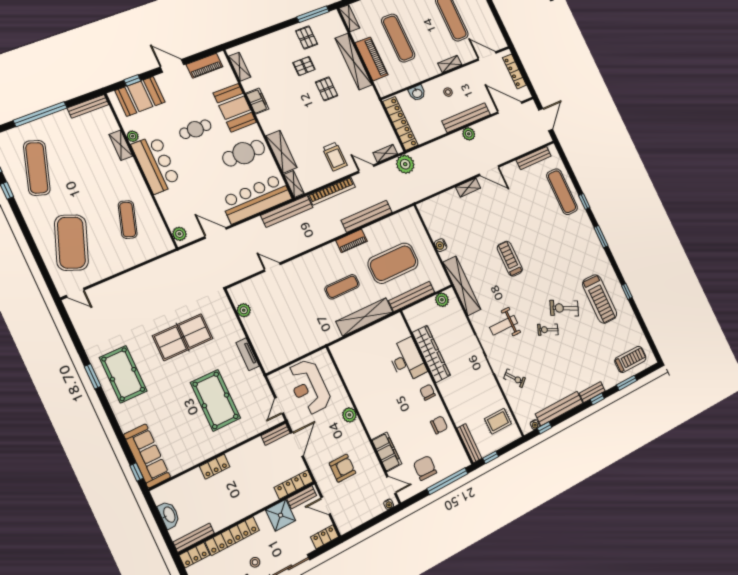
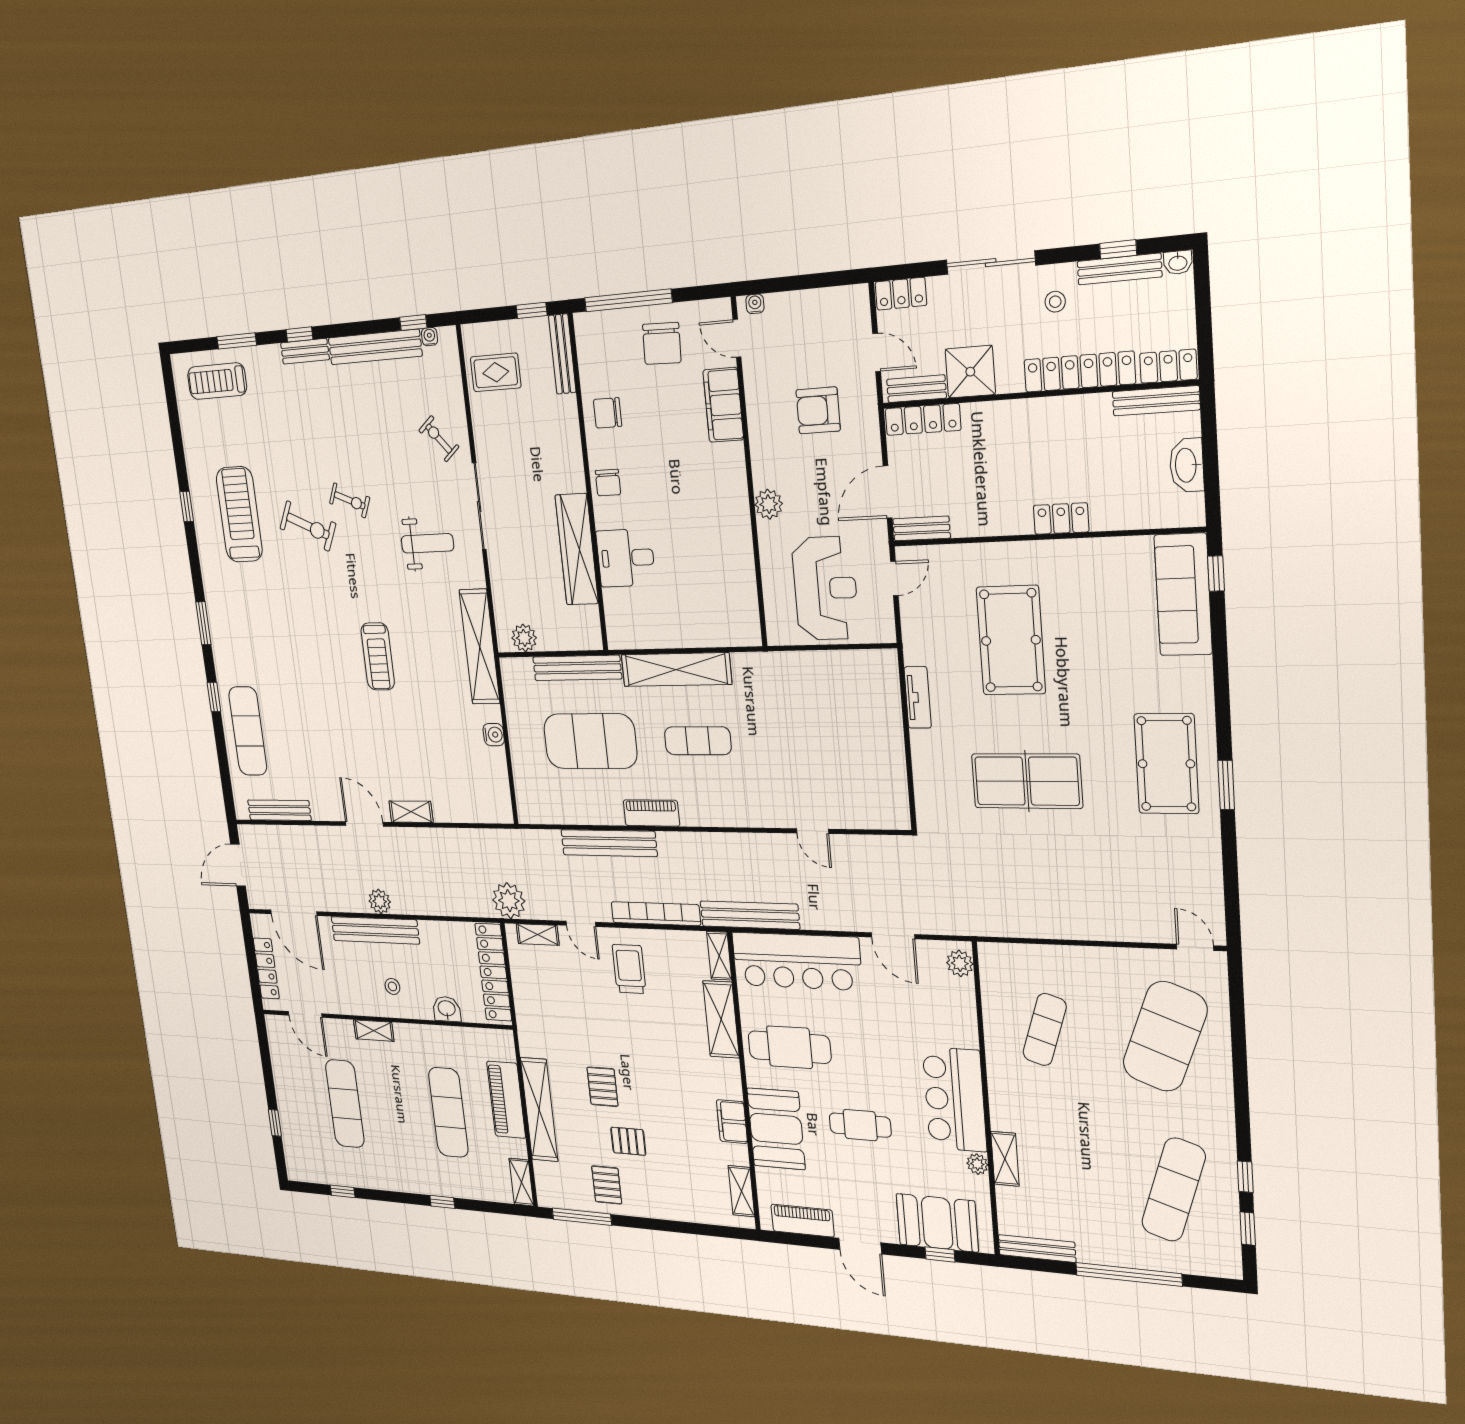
plant: (244, 310) -> (894, 779), removed
desk: (407, 360) -> (626, 558), width x0.73

